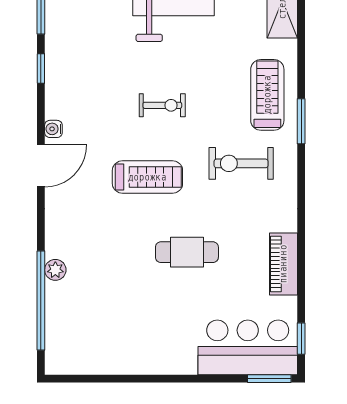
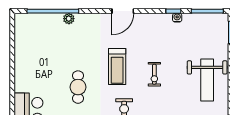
water cooler: (53, 129) -> (177, 18), moved
door: (41, 166) -> (123, 11), hinge flipped

